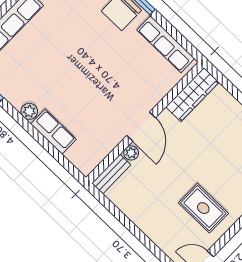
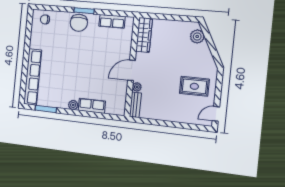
row of seats: (166, 44) -> (112, 21), width x0.68
door: (141, 127) -> (132, 70), swing flipped

